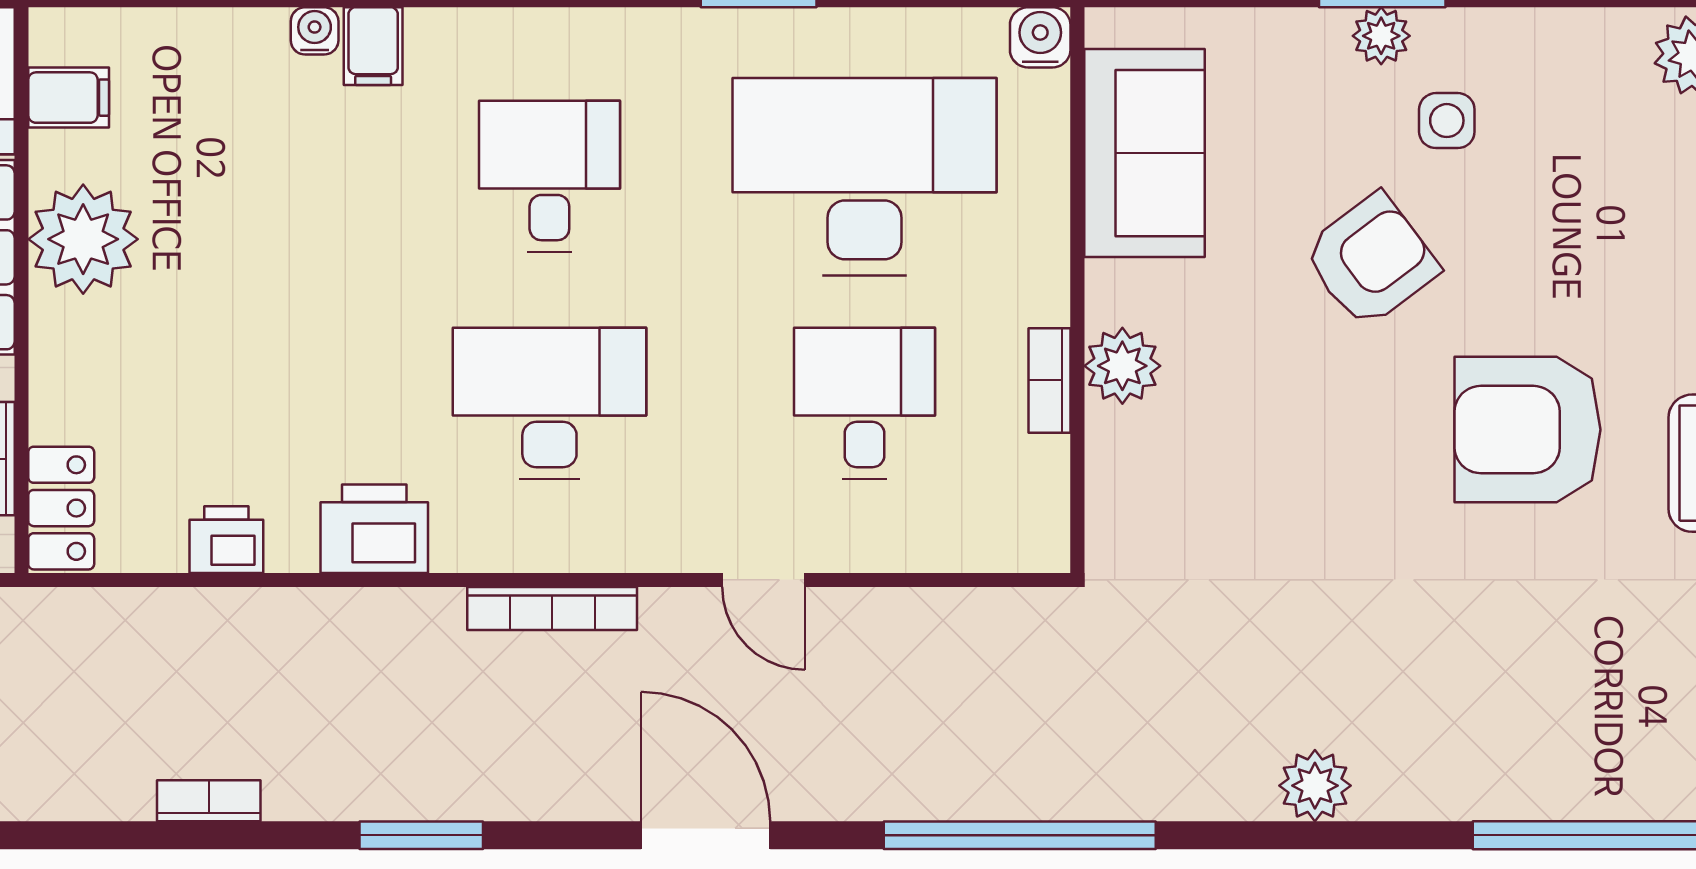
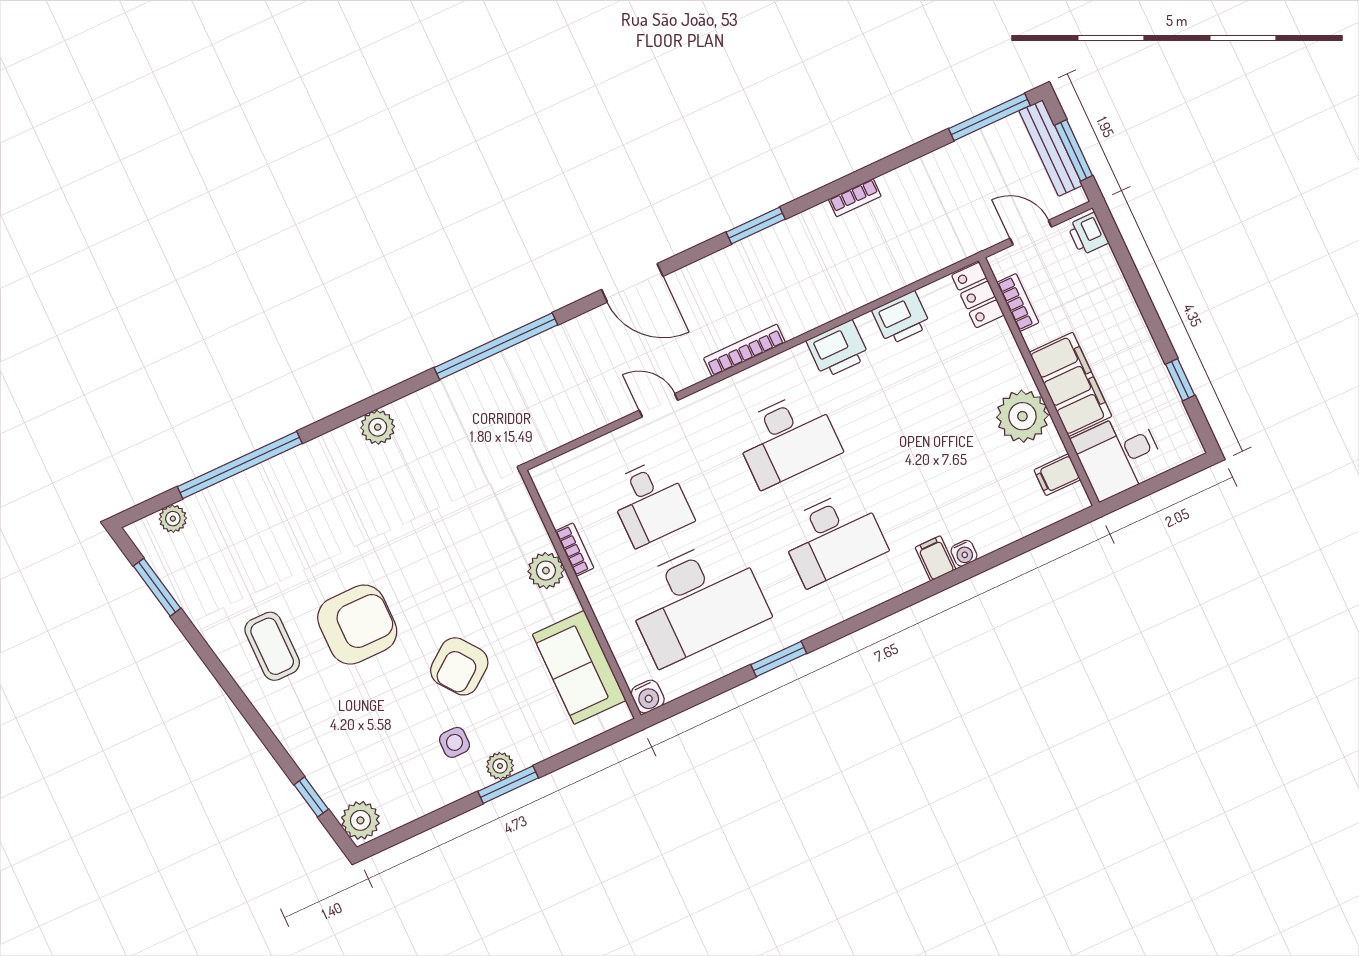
desk: (549, 177) -> (833, 537), width x1.37
printer: (226, 540) -> (901, 318), width x1.36, depth x1.24

